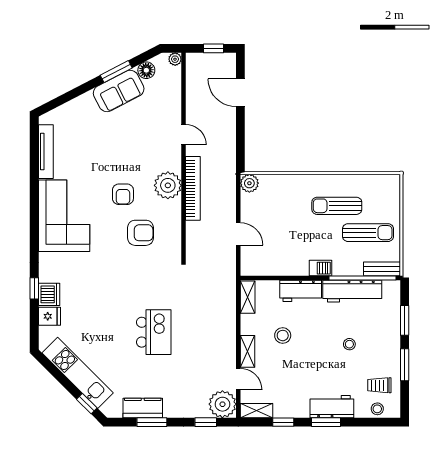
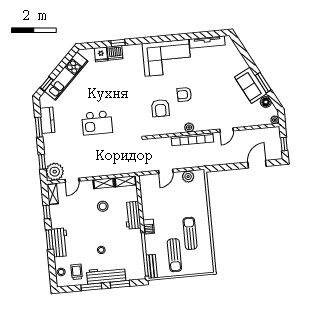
plant: (249, 183) -> (188, 177), moved
plant: (168, 185) -> (189, 127), width x0.53, depth x0.53
workbench: (352, 291) -> (106, 275), moved, turned 90
shelving: (247, 351) -> (104, 183), moved

